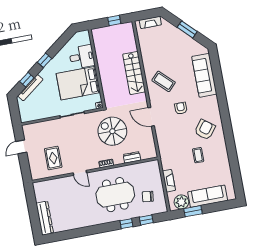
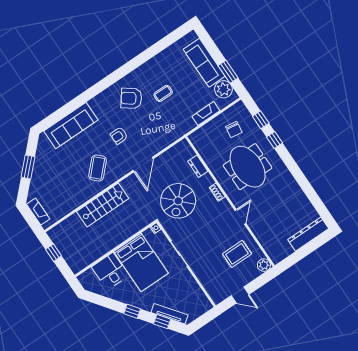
plant: (36, 175) -> (264, 265), added

